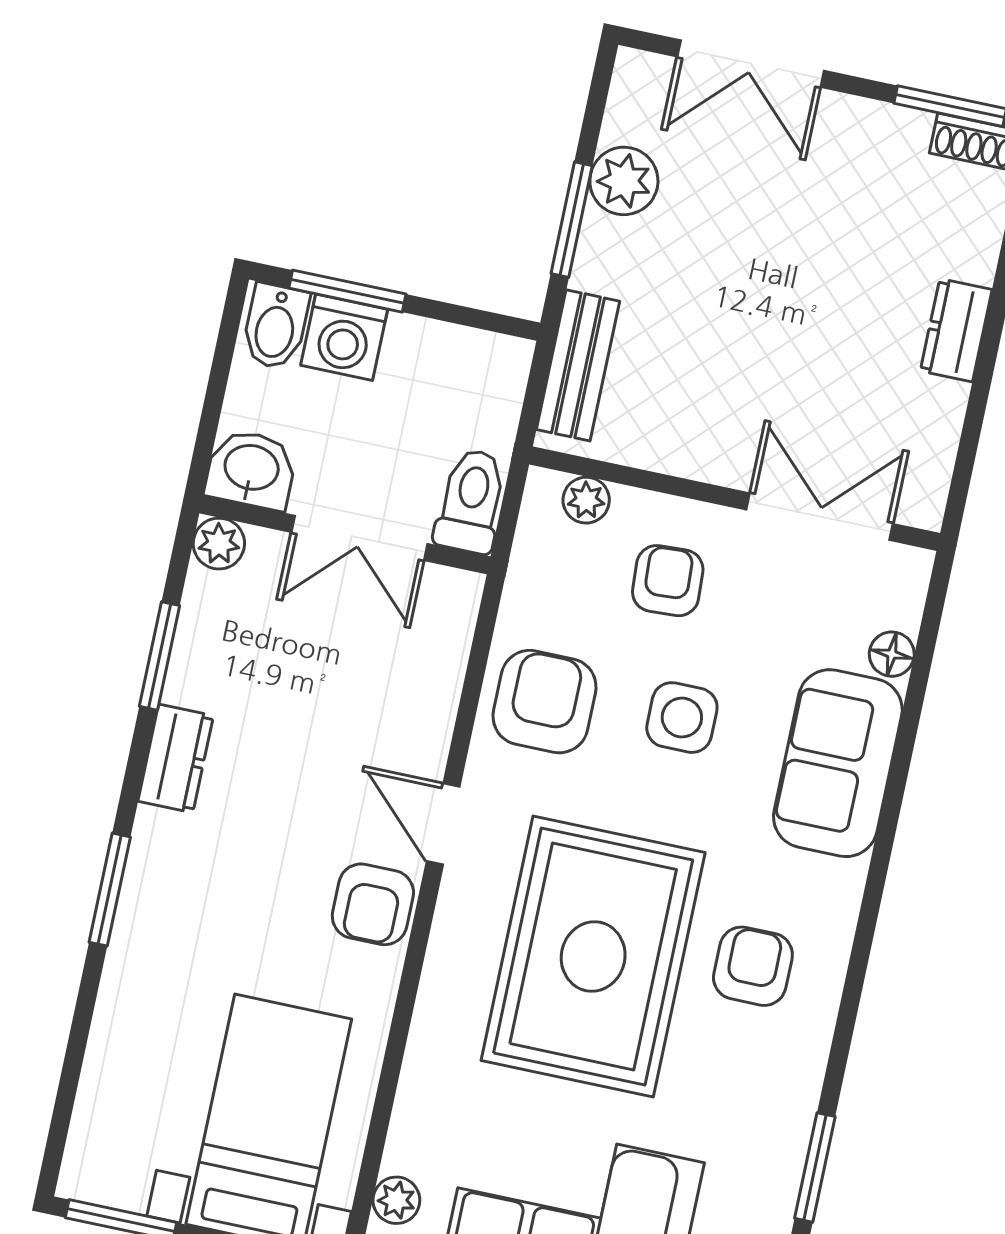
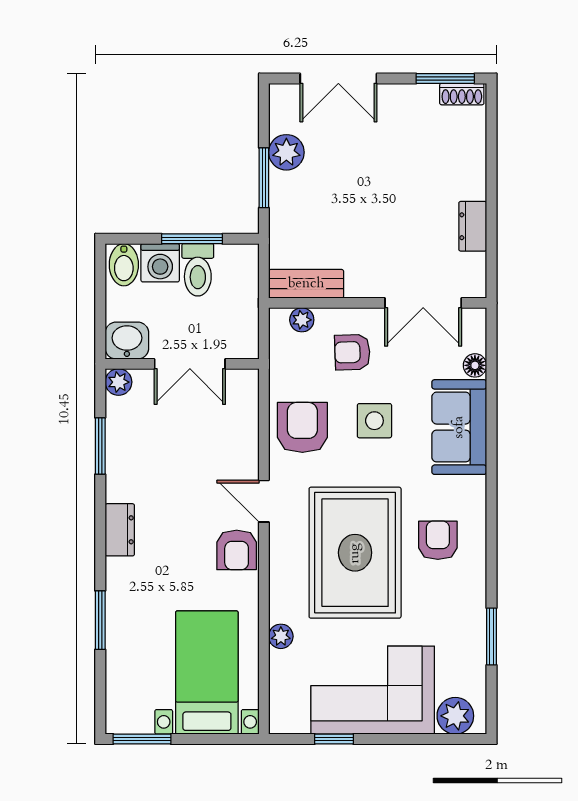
window: (347, 291) -> (192, 239), moved
dresser: (956, 330) -> (473, 226), moved
bench: (578, 365) -> (306, 284), moved, turned 90
toilet: (471, 501) -> (198, 270), moved, turned 180
double door: (820, 517) -> (423, 303), swing flipped
armchair: (668, 581) -> (352, 352), turned -89
dresser: (176, 758) -> (120, 530), moved
window: (110, 890) -> (100, 620), moved
plant: (396, 1200) -> (281, 636), moved

